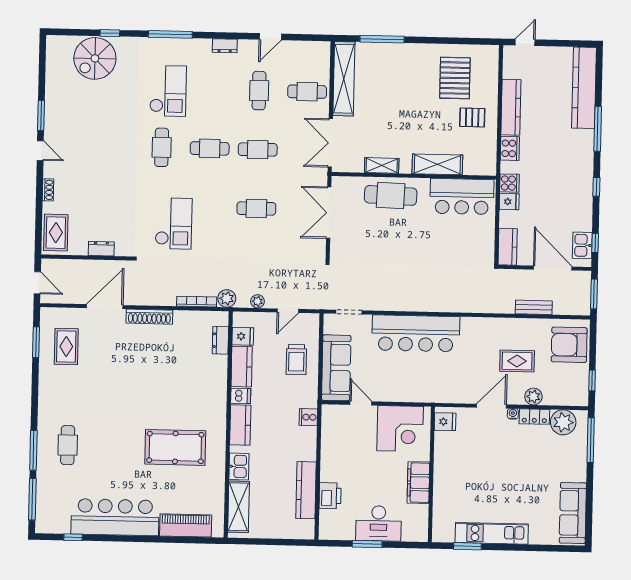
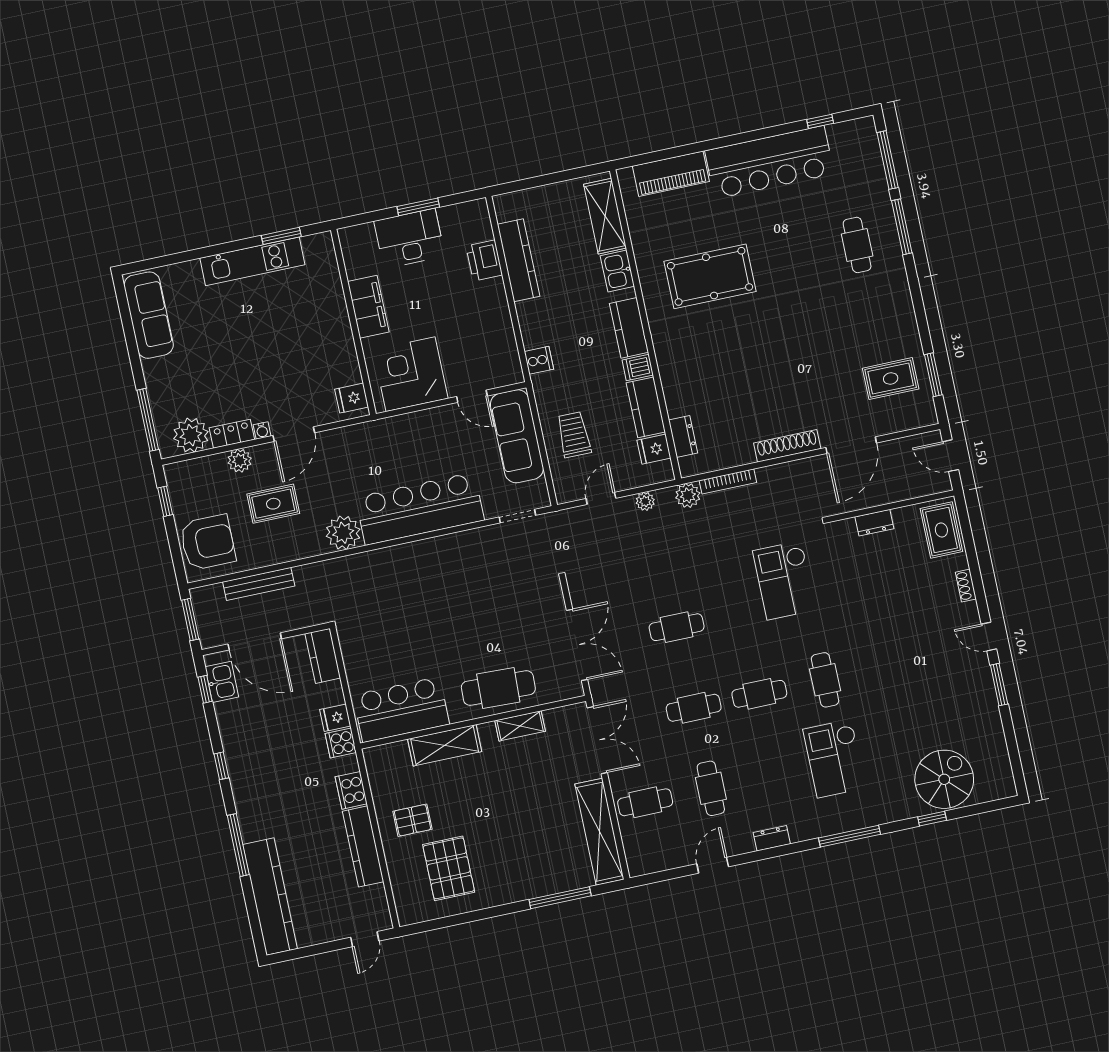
bench: (534, 307) -> (259, 584), width x1.36
plant: (473, 329) -> (343, 533), added
rug: (66, 347) -> (891, 379), turned 90

